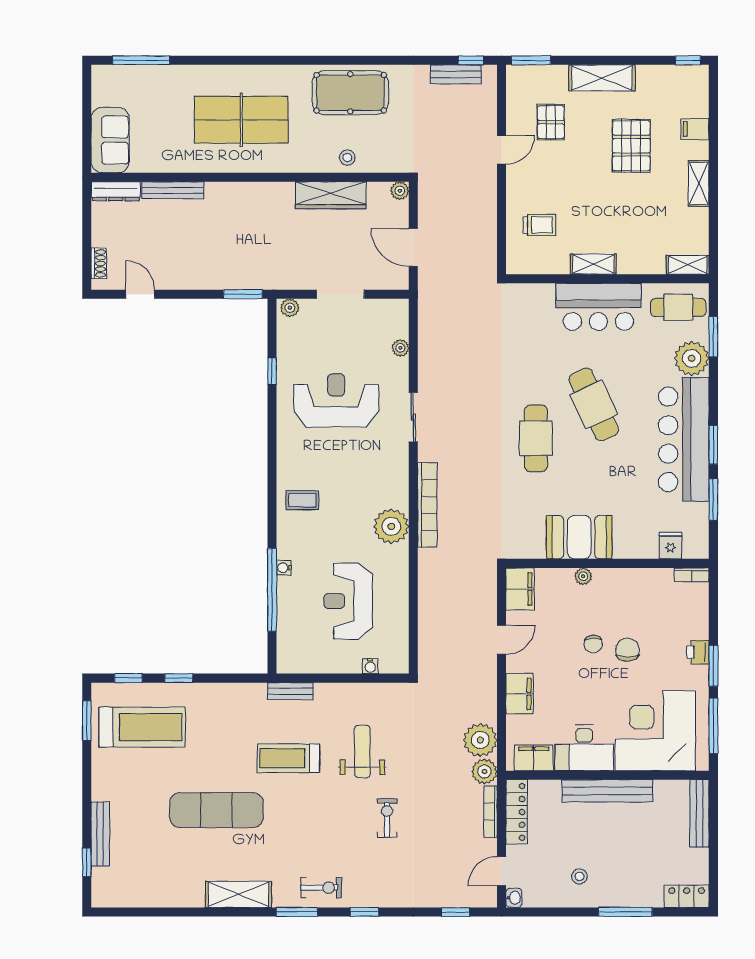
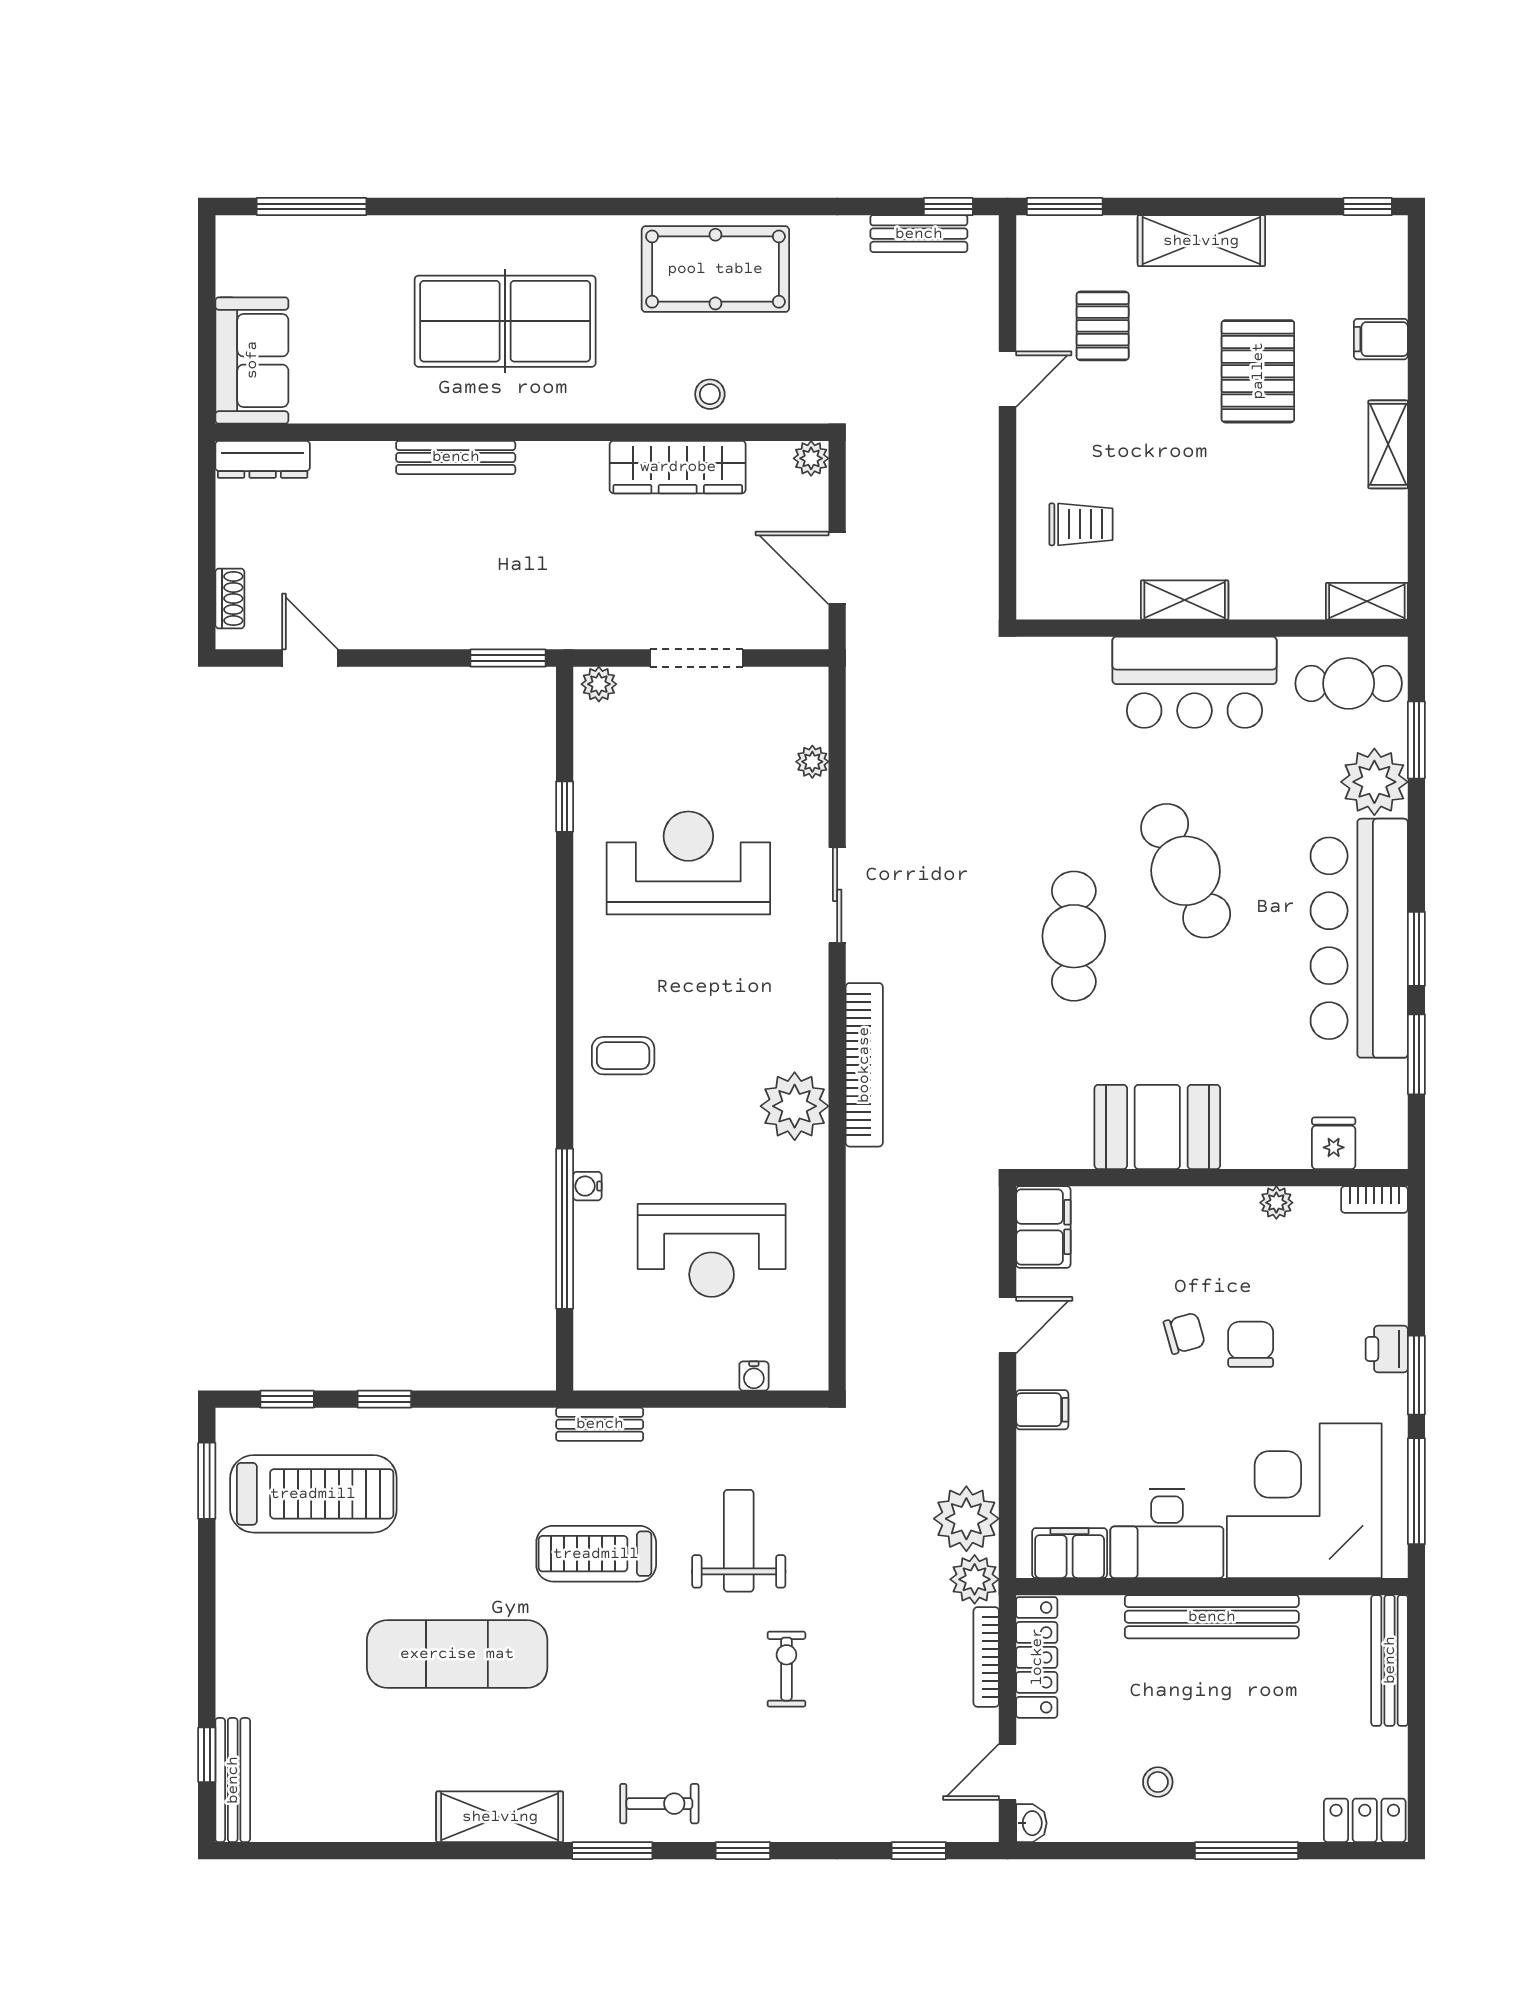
bench: (173, 190) -> (456, 457), moved
plant: (583, 576) -> (1276, 1203), moved
reception desk: (348, 601) -> (712, 1250), turned -90
chair: (593, 644) -> (1184, 1333), turned -106
filing cabinet: (520, 694) -> (1042, 1410), width x0.50
bench: (100, 834) -> (233, 1780), moved

